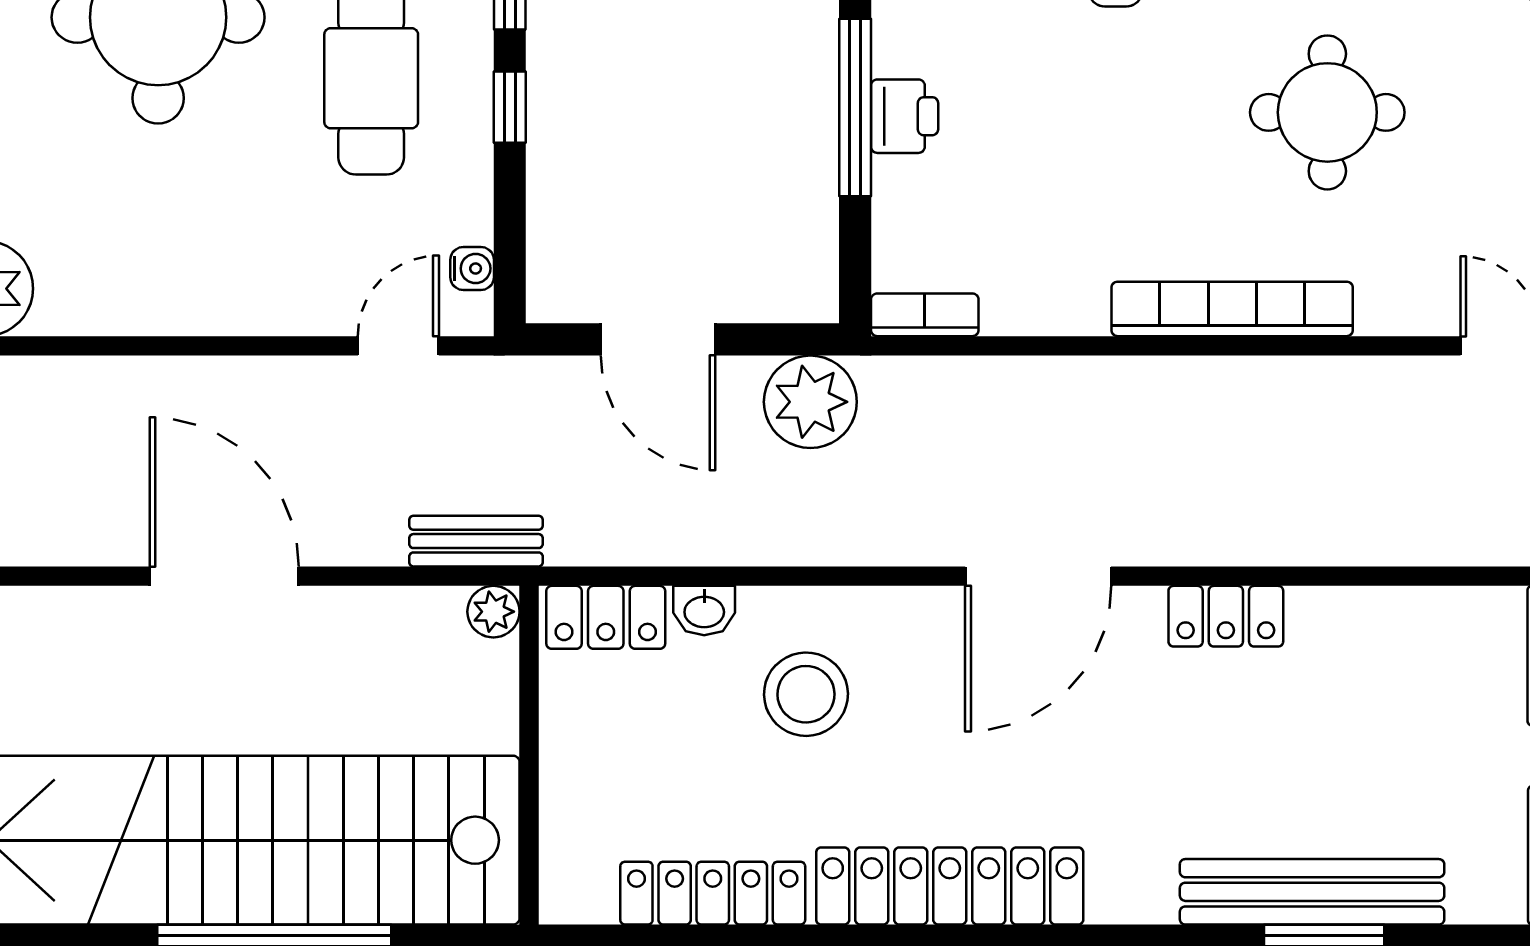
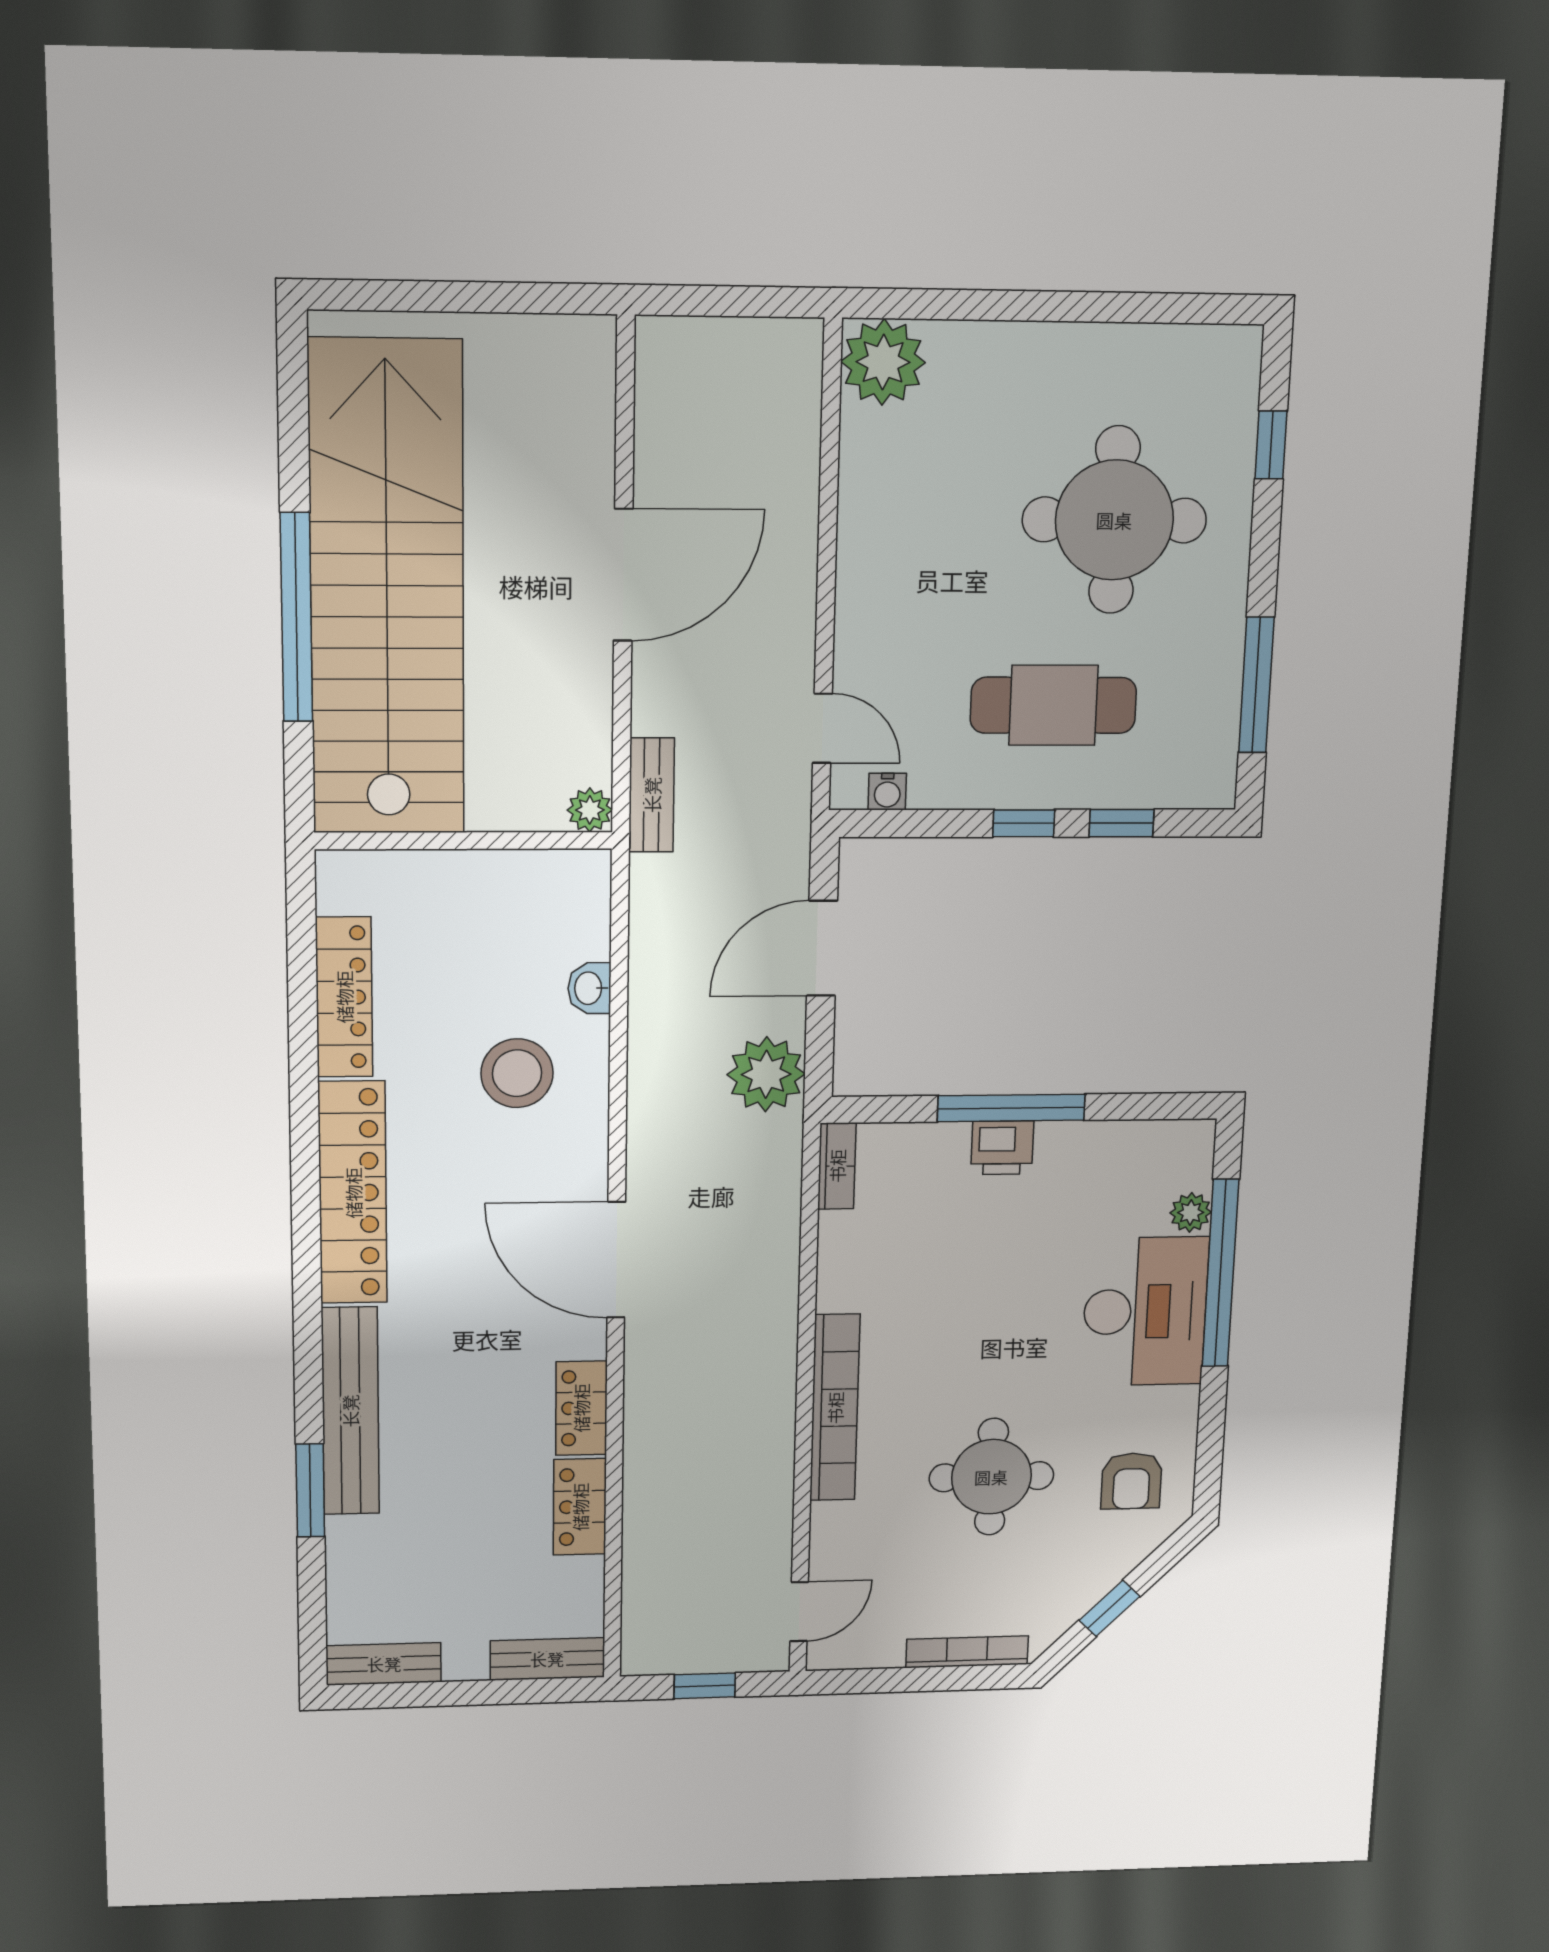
locker: (606, 617) -> (580, 1507), moved
bench: (1312, 892) -> (350, 1411), moved

